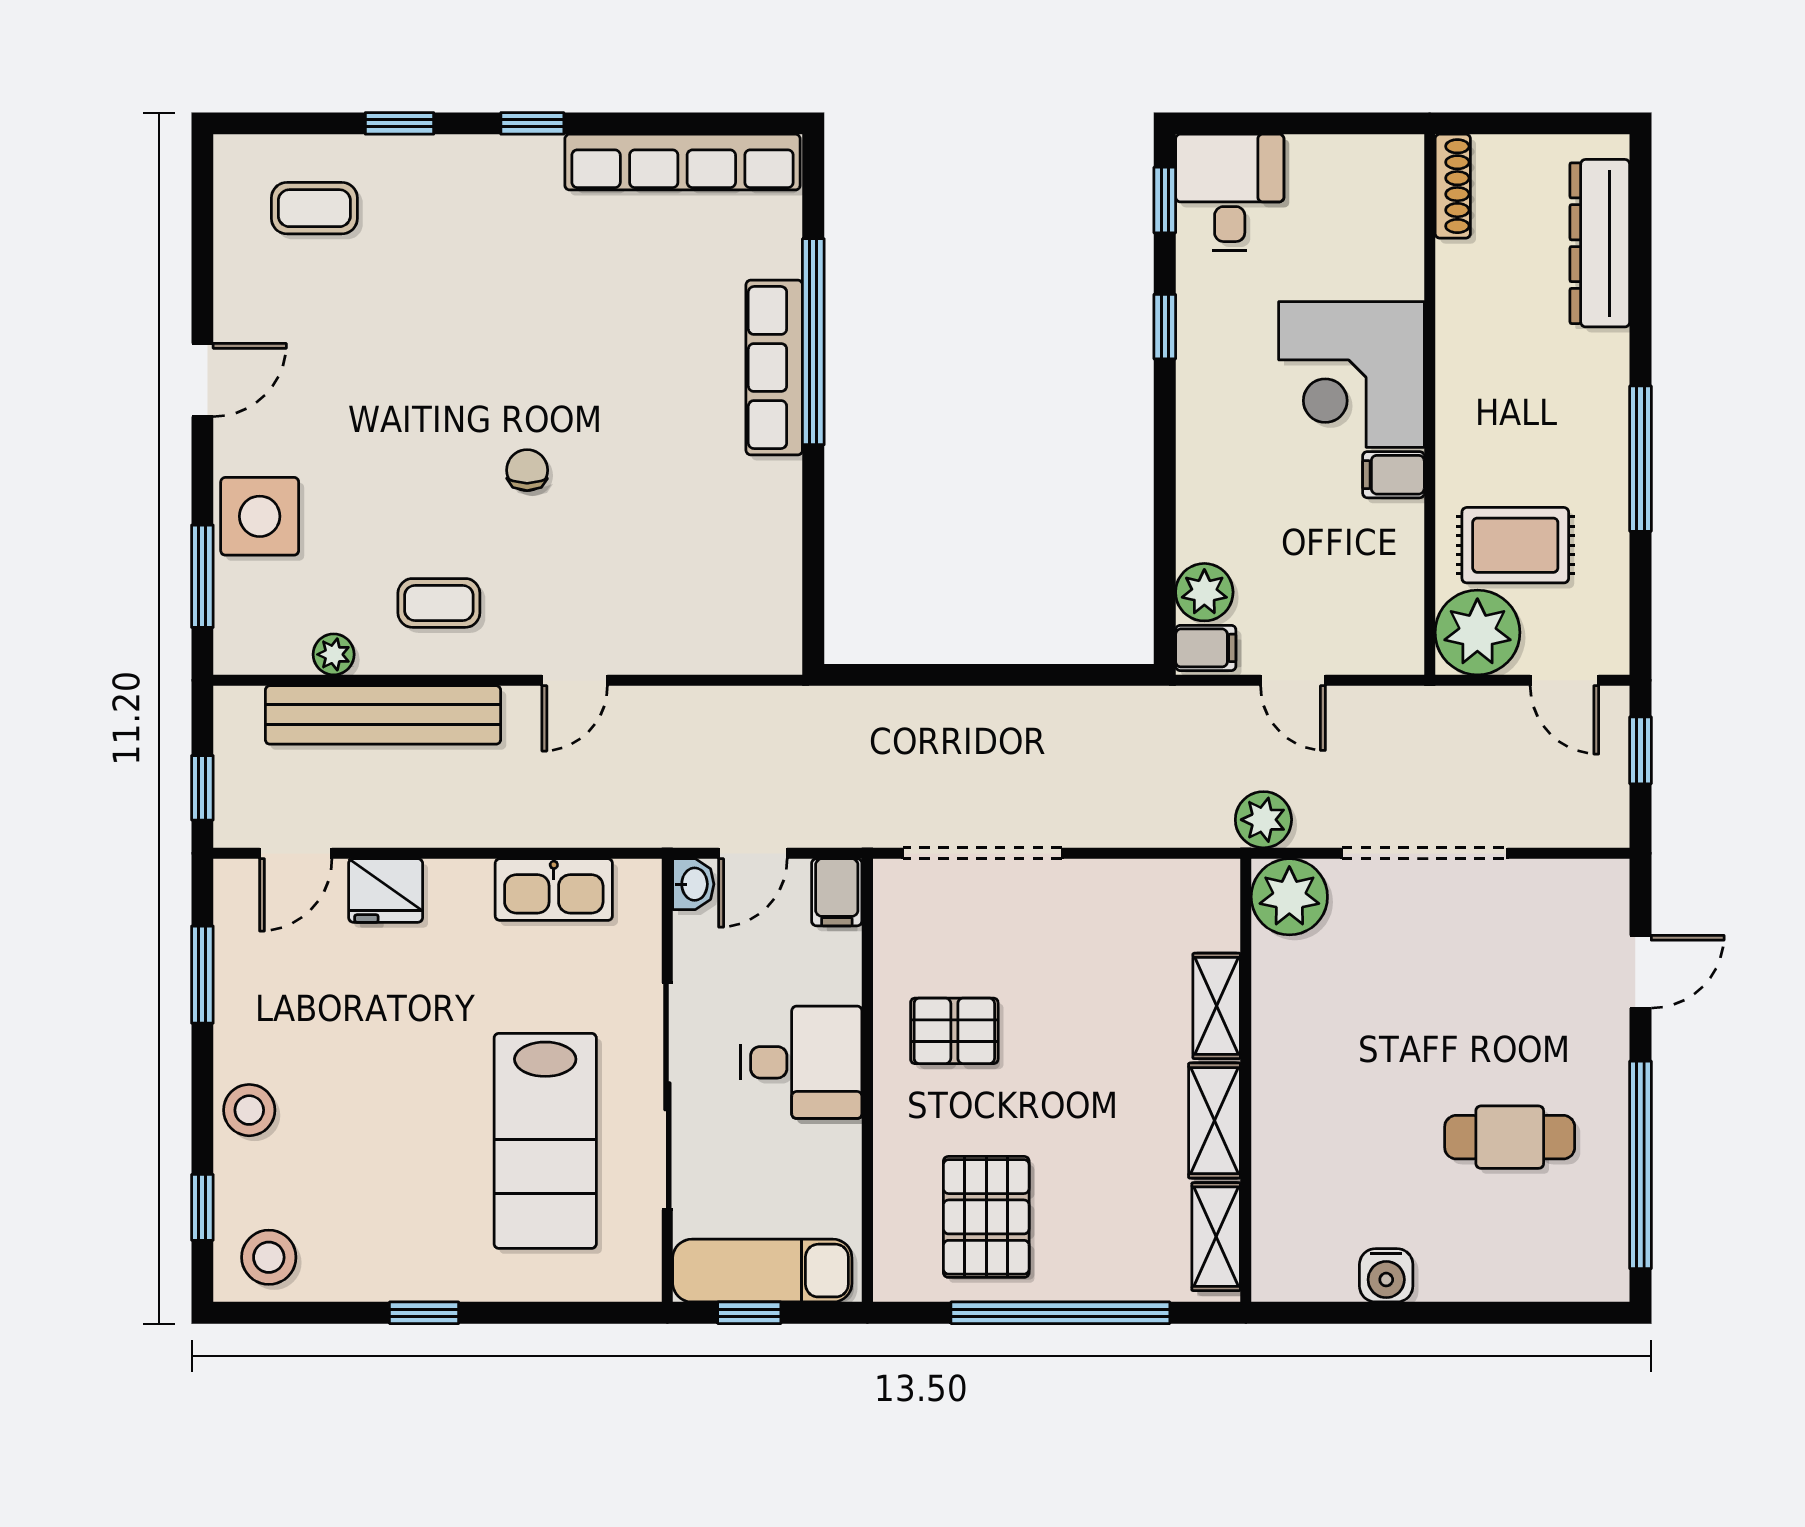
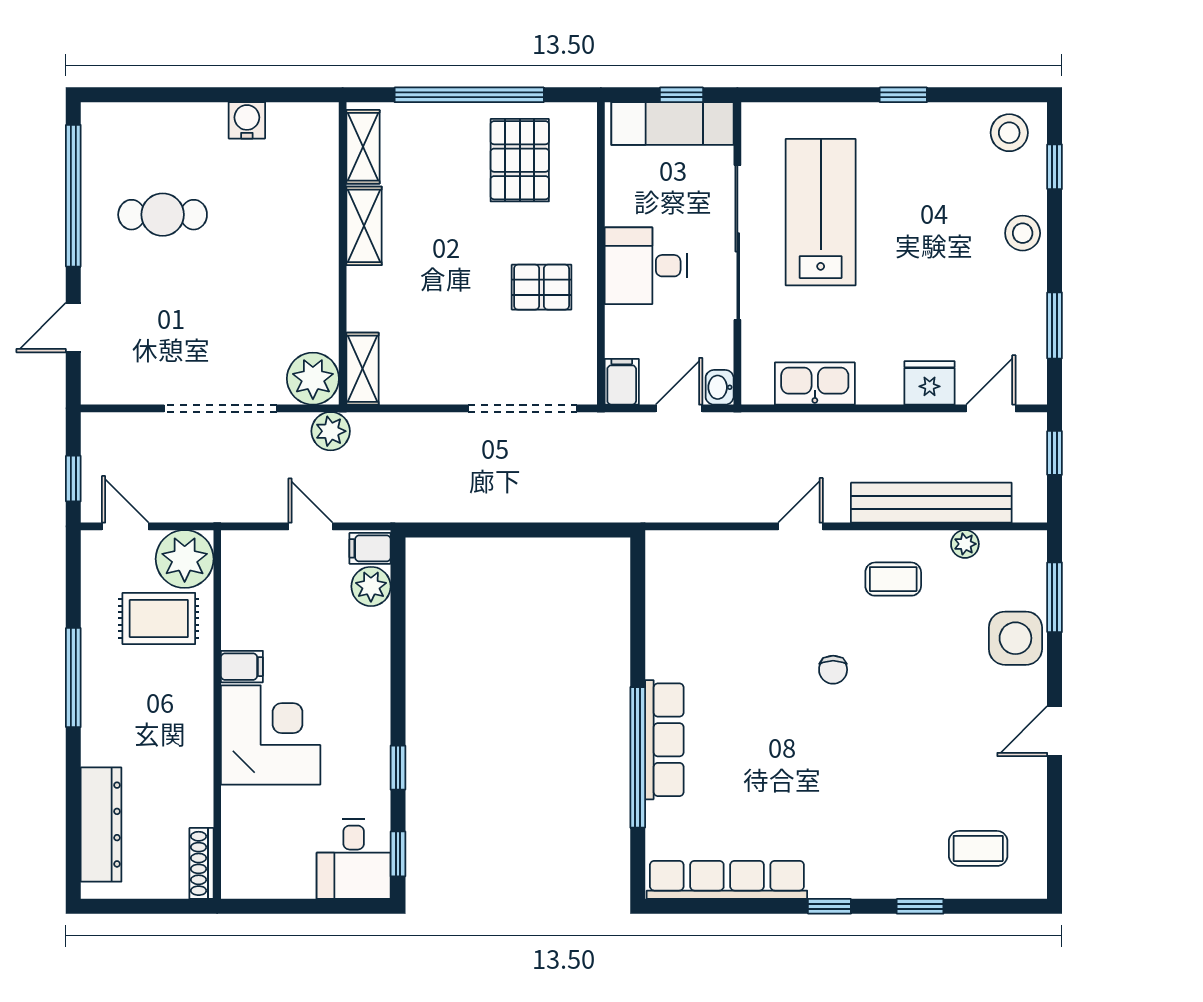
shelving: (1217, 1006) -> (363, 369), moved

